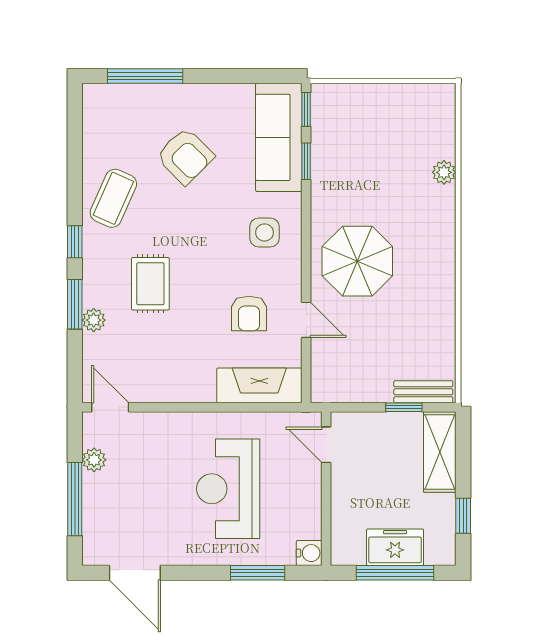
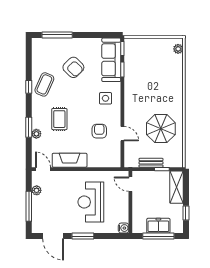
plant: (444, 172) -> (178, 49), moved
window: (75, 242) -> (29, 87), moved
parasol: (357, 261) -> (161, 129), moved
armchair: (249, 314) -> (99, 131), turned 180
fireplace: (259, 385) -> (70, 160), moved
bench: (423, 392) -> (151, 163), moved
window: (258, 573) -> (83, 236), moved

